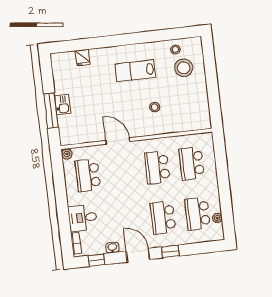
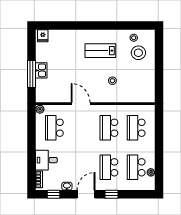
fridge: (82, 58) -> (43, 36), moved
door: (138, 255) -> (86, 194), hinge flipped

